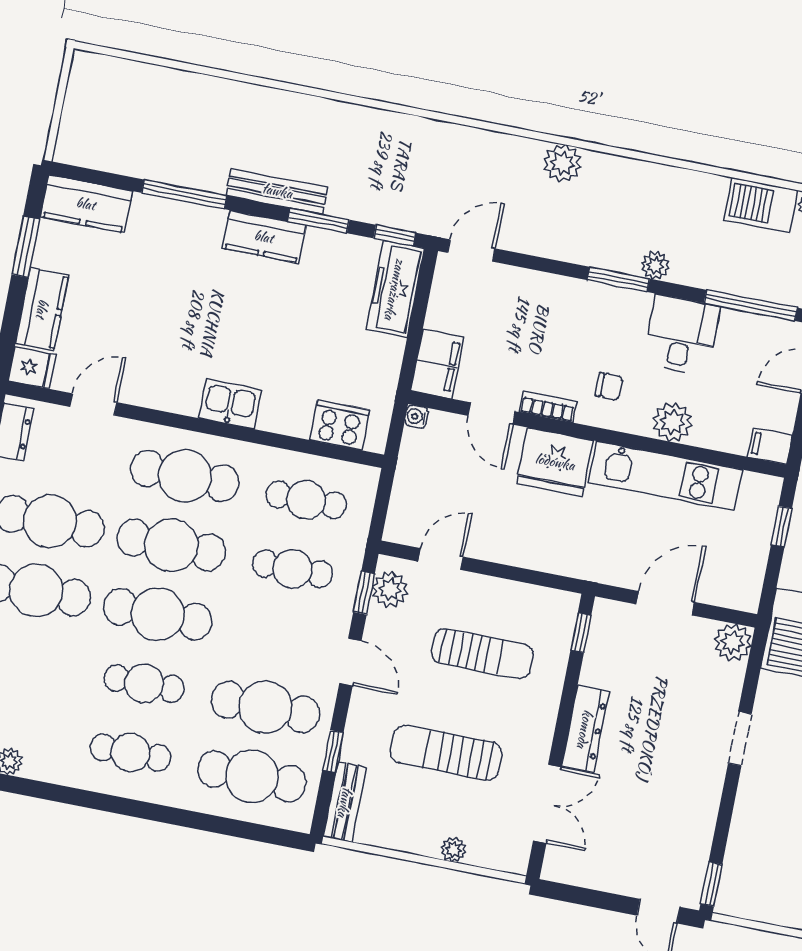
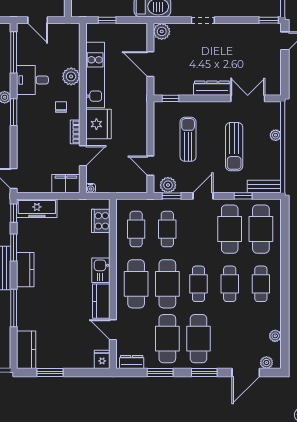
kitchen counter: (42, 309) -> (101, 301), moved, turned -90
filing cabinet: (770, 446) -> (73, 32), removed
cafe table: (158, 614) -> (199, 284), width x0.73, depth x0.74

